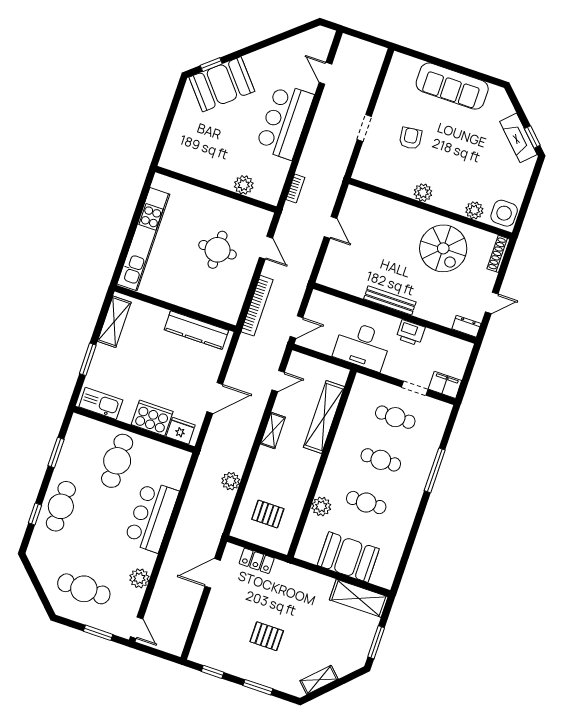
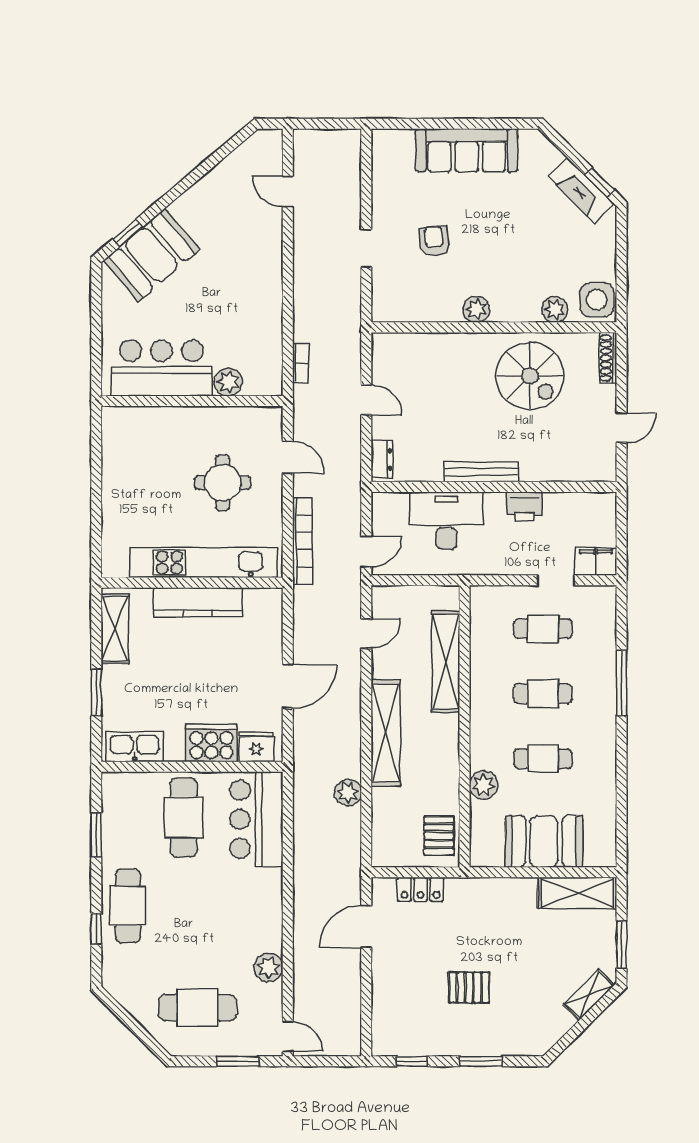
bar counter: (285, 121) -> (162, 368), moved, turned 90
kitchen unit: (143, 239) -> (203, 562), moved, turned -90
dresser: (466, 326) -> (382, 460), moved, turned 90
kitchen counter: (196, 330) -> (198, 602), moved
desk: (362, 346) -> (447, 521), moved, turned 180
shelving: (273, 430) -> (386, 733), width x2.20, depth x1.33
pallet: (268, 514) -> (439, 836), moved, turned 90
bar counter: (152, 516) -> (256, 819), moved
shelving: (319, 680) -> (589, 995), moved

